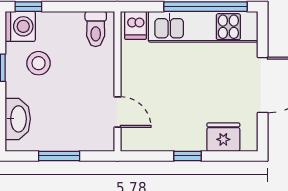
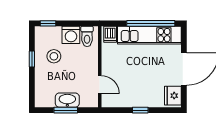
washing machine: (20, 26) -> (71, 35), moved, turned 90
washbasin: (18, 119) -> (67, 100), moved, turned -90
fridge: (223, 137) -> (173, 96), moved, turned -90

